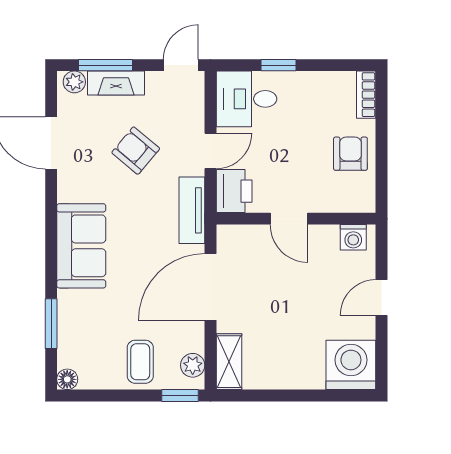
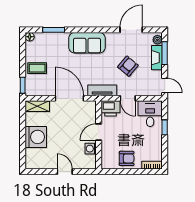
washing machine: (353, 237) -> (91, 149), moved
plant: (193, 365) -> (36, 91), removed
washing machine: (351, 365) -> (36, 137), moved

